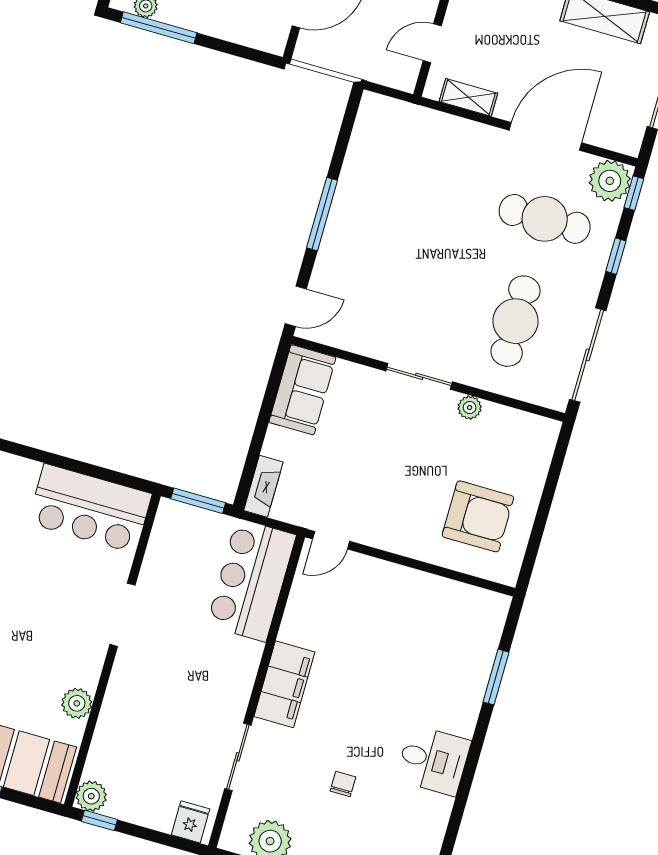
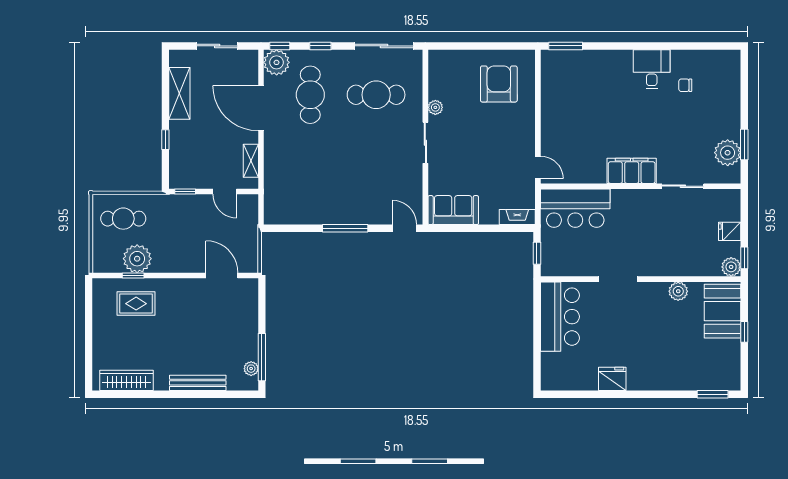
window: (198, 501) -> (537, 253), width x0.67
window: (496, 677) -> (566, 46), moved
chair: (343, 784) -> (685, 85), moved
fridge: (191, 822) -> (730, 231), moved

